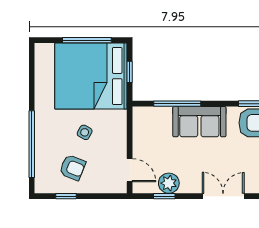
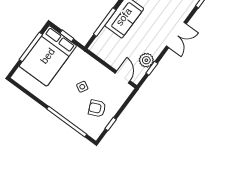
bed: (91, 76) -> (48, 56), width x0.73
armchair: (72, 168) -> (97, 108), turned -136
door: (130, 170) -> (123, 77), hinge flipped
double door: (223, 196) -> (176, 35), swing flipped

